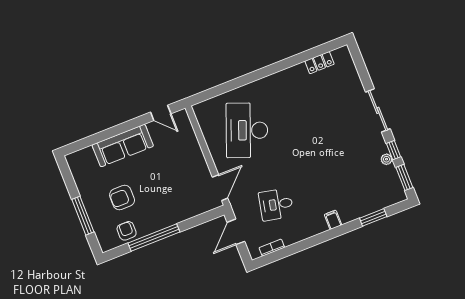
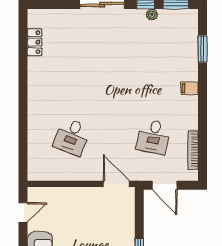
desk: (247, 130) -> (72, 137), width x0.53, depth x0.77
bookcase: (272, 248) -> (193, 150), width x1.56

